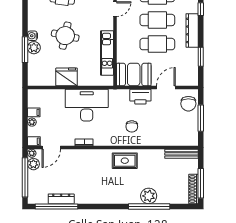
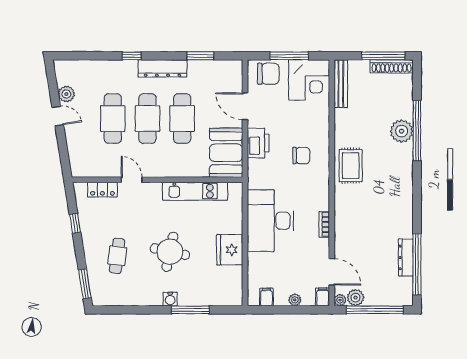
plant: (34, 48) -> (187, 297), removed
filing cabinet: (34, 112) -> (266, 297), moved
corner desk: (184, 132) -> (309, 80), added

